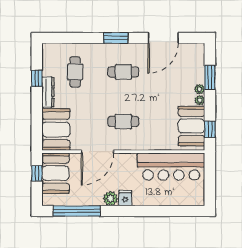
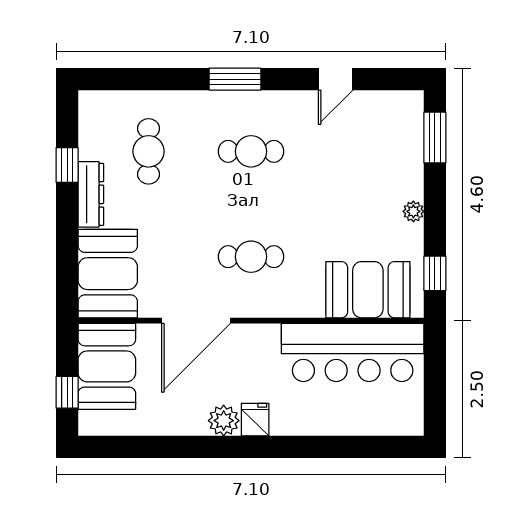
door: (163, 38) -> (336, 79), width x0.53
window: (210, 77) -> (435, 138), moved
plant: (200, 89) -> (413, 188), removed
booth: (191, 126) -> (368, 290), moved, turned 90
window: (37, 173) -> (67, 392), moved
window: (77, 211) -> (152, 447), removed

